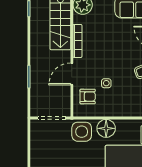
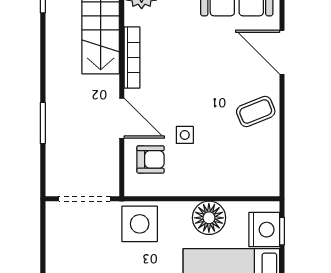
door: (72, 74) -> (122, 118), swing flipped
floor lamp: (106, 128) -> (209, 218), moved

